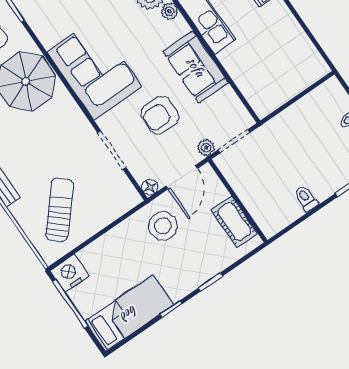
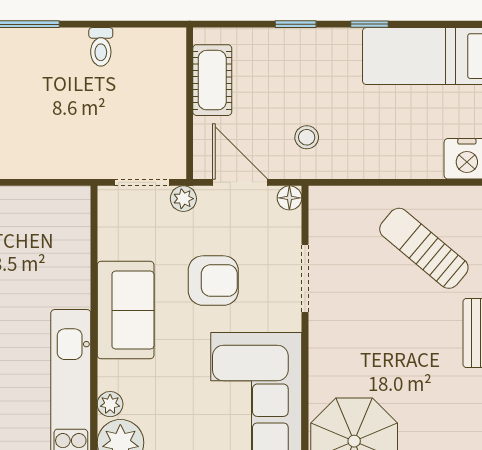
door: (182, 177) -> (240, 182), hinge flipped
sun lounger: (59, 210) -> (424, 248), turned 89
stool: (163, 226) -> (307, 137), width x0.53, depth x0.53

